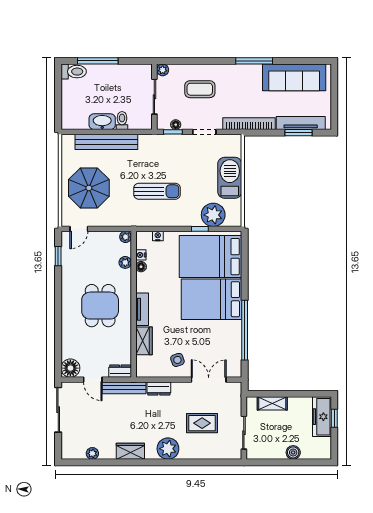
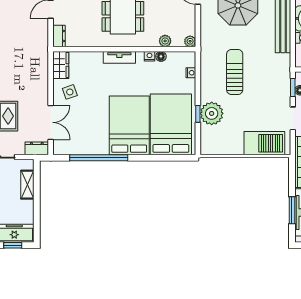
barbecue: (230, 178) -> (264, 143), moved
sun lounger: (157, 191) -> (235, 72), turned 180
plant: (213, 215) -> (212, 113), moved
nightstand: (141, 255) -> (149, 56), moved
wardrobe: (144, 341) -> (61, 65), moved, turned -90
bench: (124, 388) -> (42, 40), removed
dresser: (159, 388) -> (37, 148), moved, turned 90

